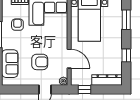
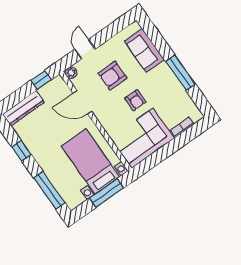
window: (126, 20) -> (49, 190), width x1.44
armchair: (17, 25) -> (135, 100), moved

